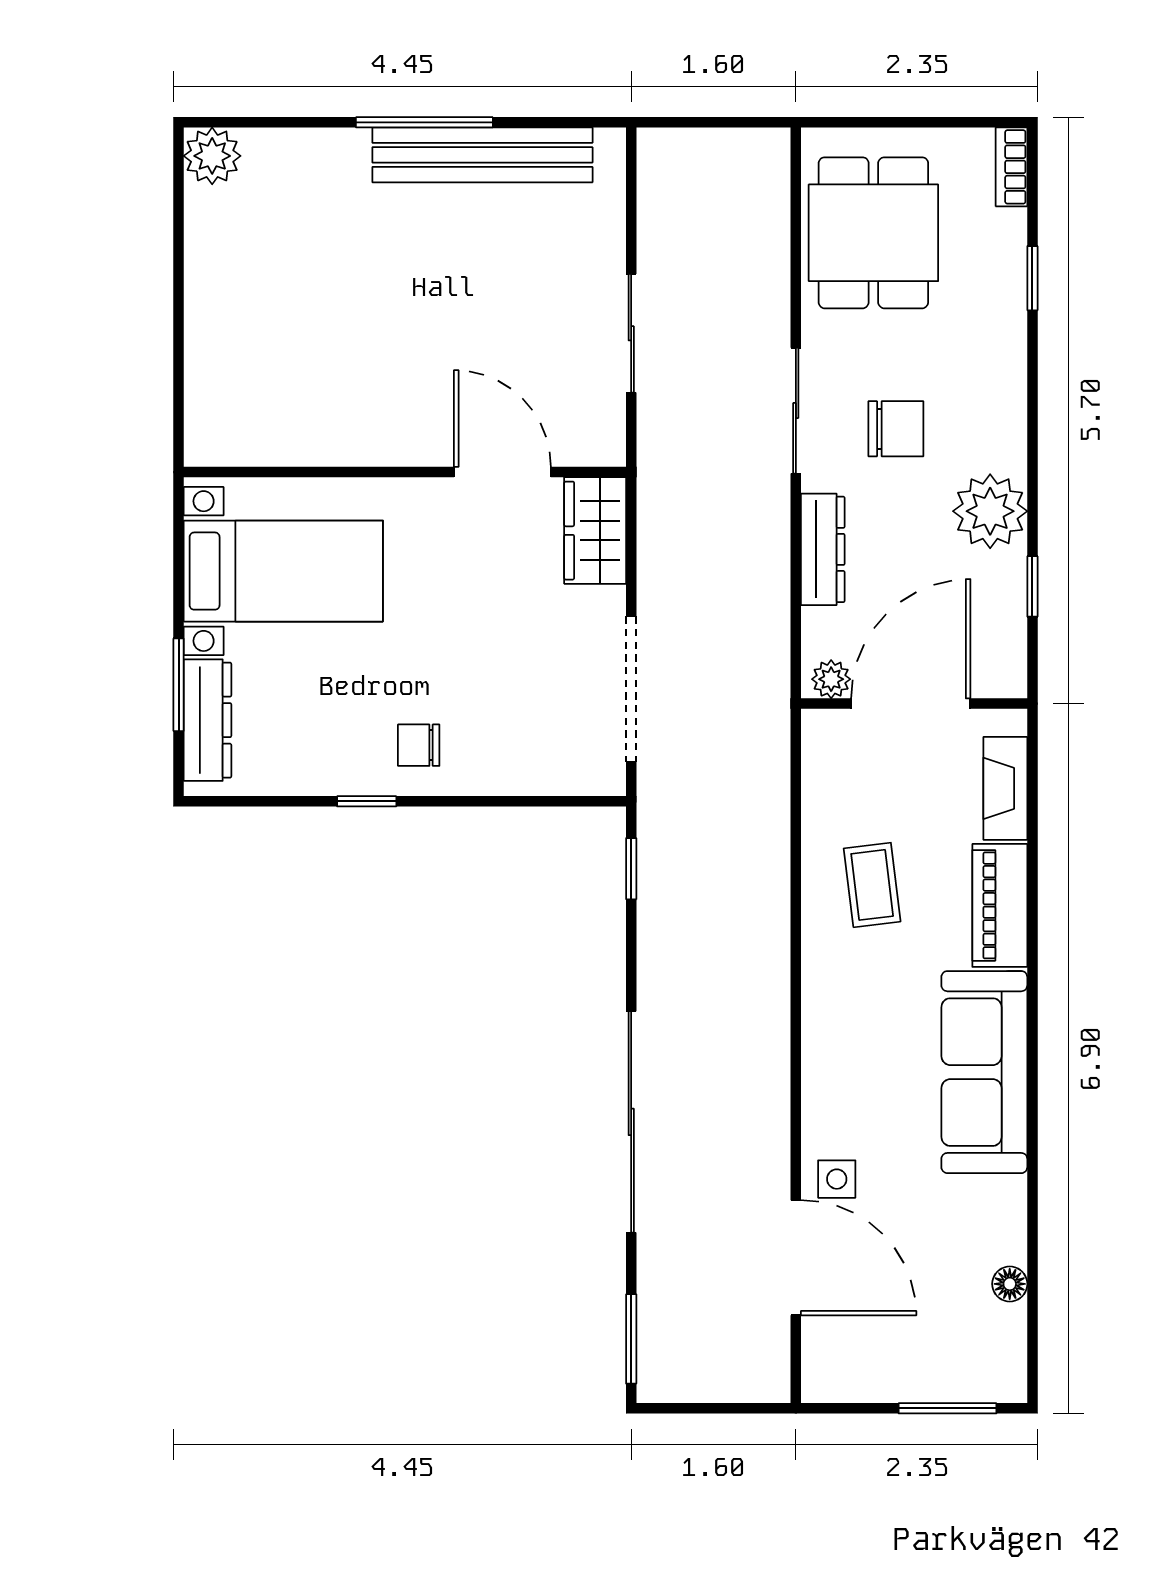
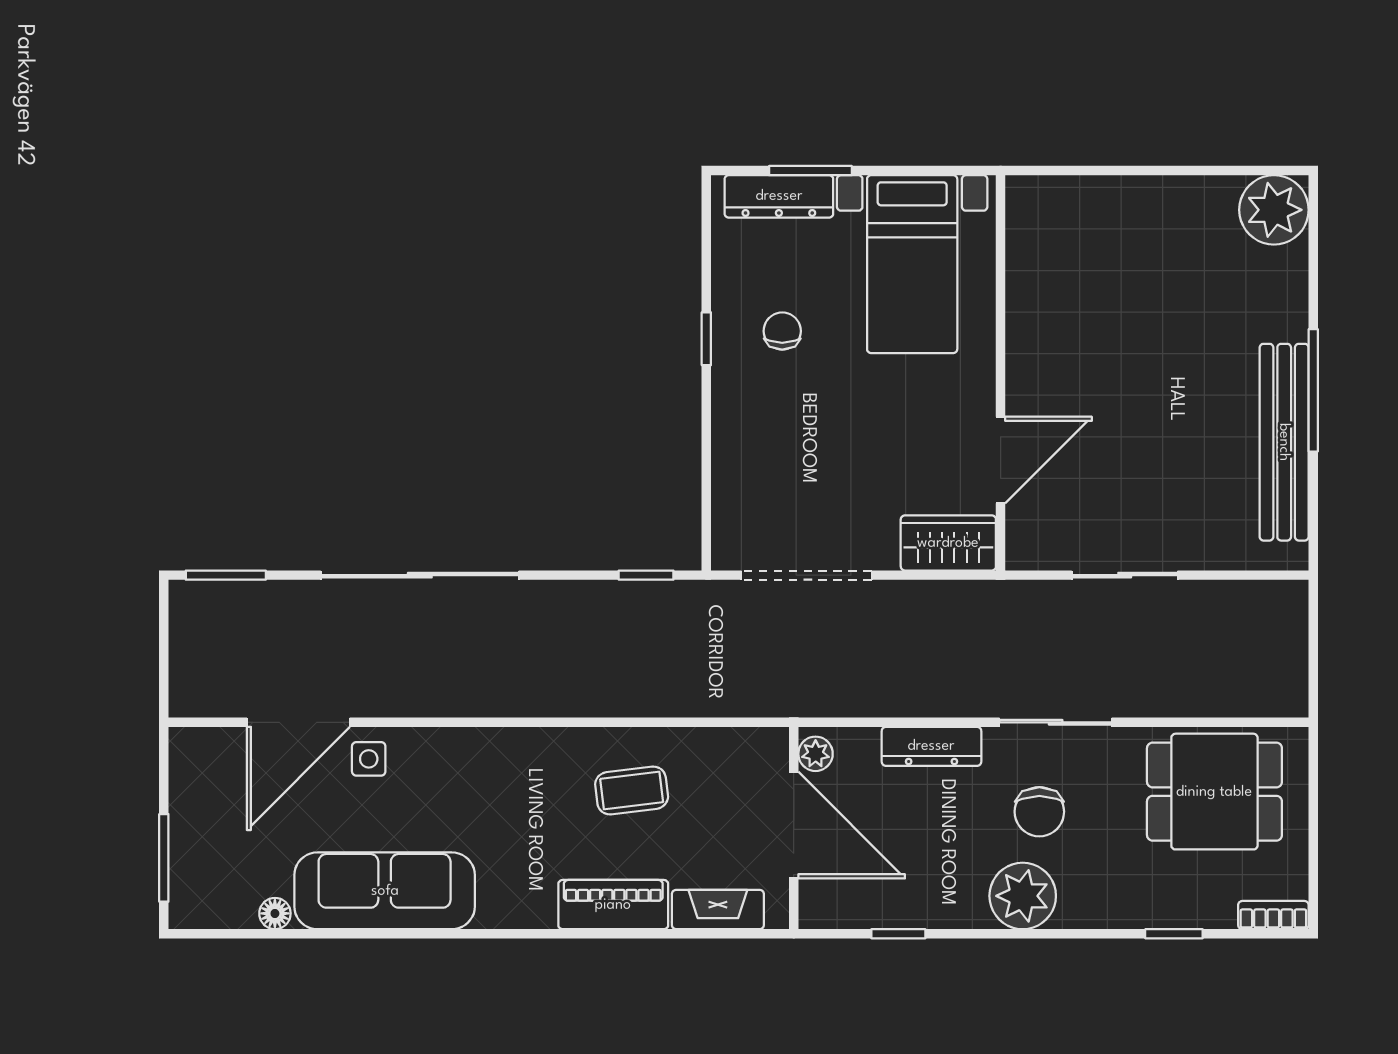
plant: (212, 156) -> (1274, 210), width x1.36, depth x1.36
plant: (990, 511) -> (1023, 896), moved
chair: (419, 745) -> (782, 331), moved
sofa: (984, 1072) -> (385, 891), moved

